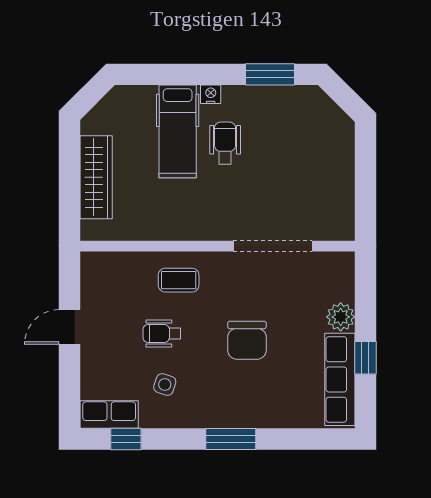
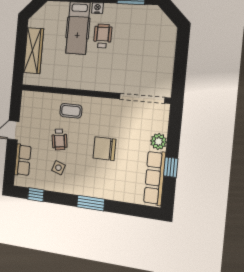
doorway: (273, 246) -> (142, 98), moved
wheelchair: (162, 334) -> (59, 139), turned -99
chair: (247, 340) -> (104, 149), turned 90
row of seats: (109, 414) -> (23, 160), moved, turned 90

